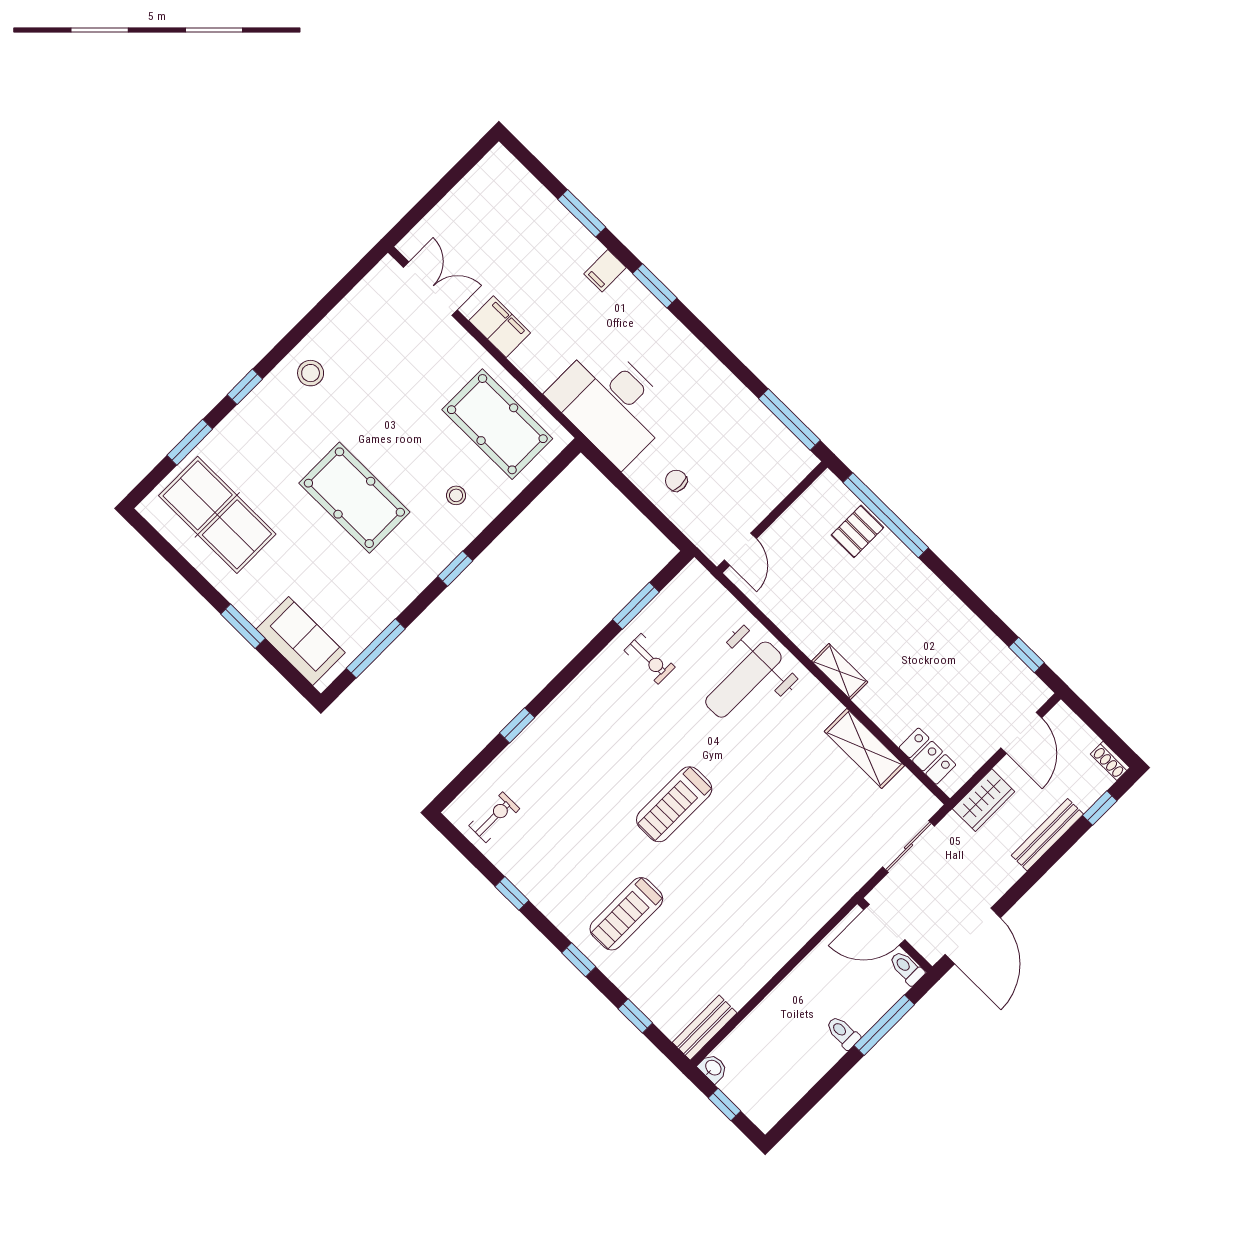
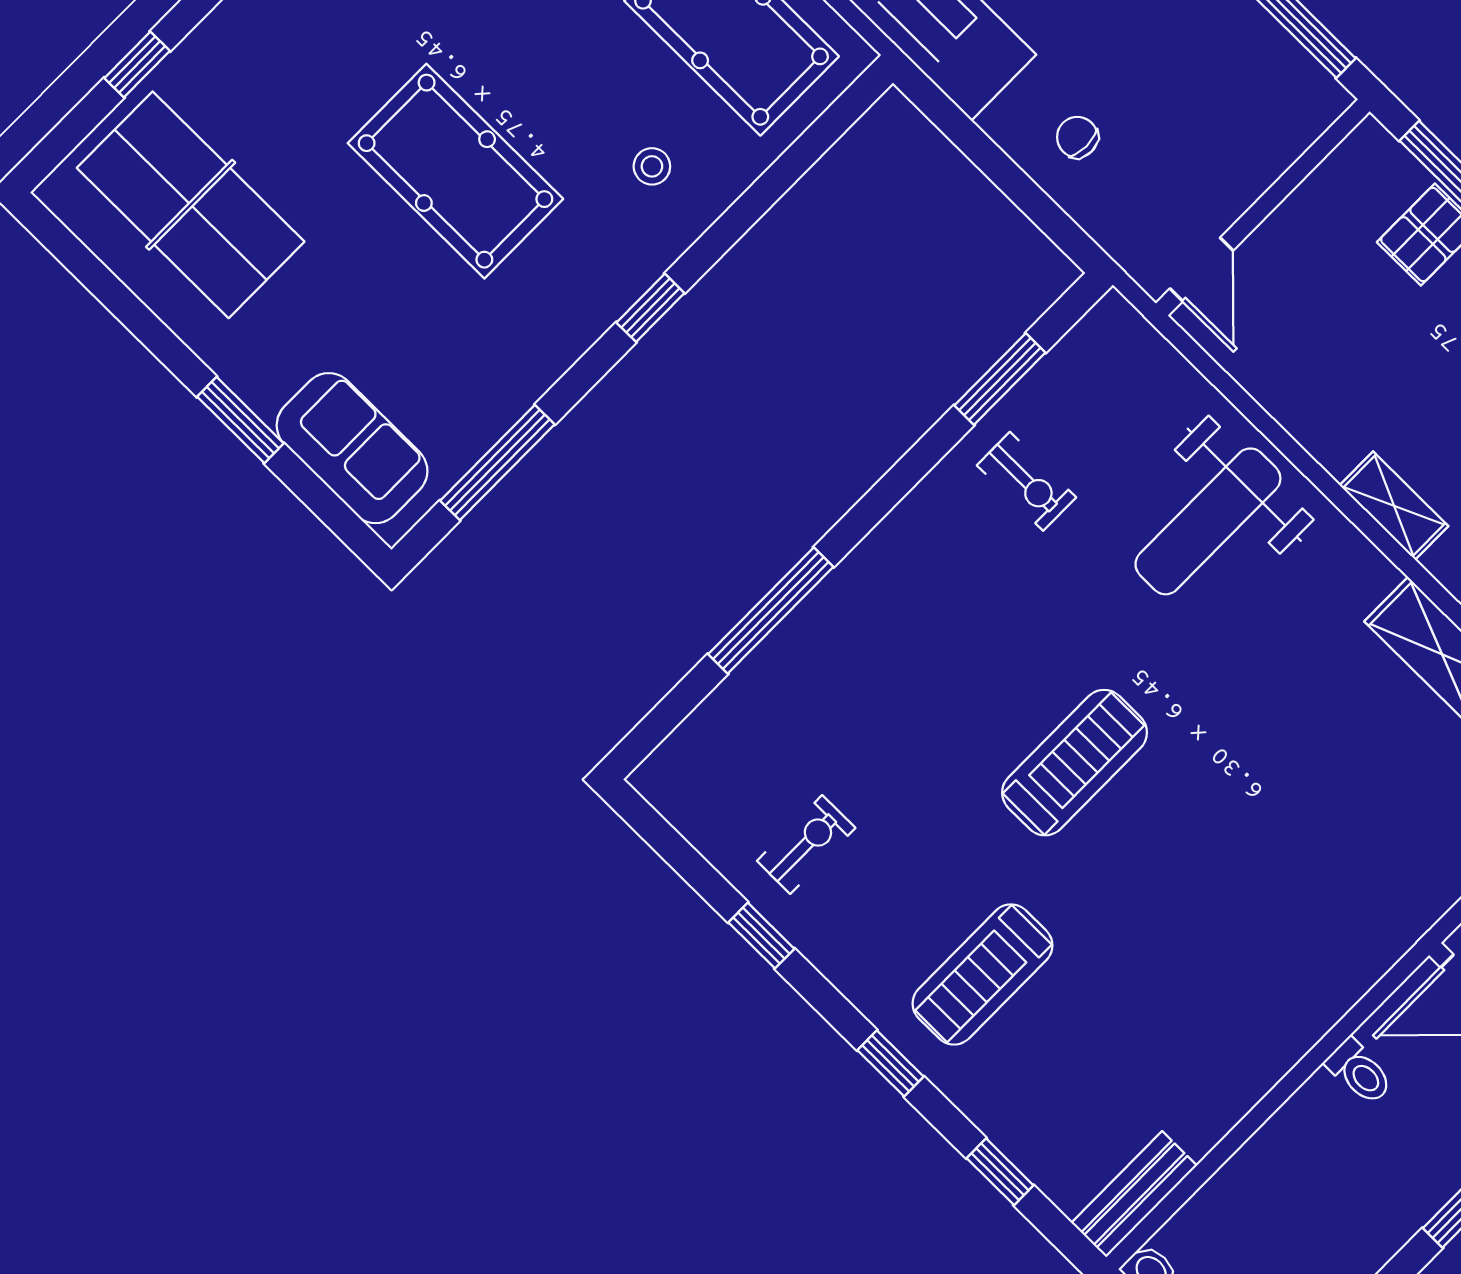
window: (190, 442) -> (137, 64), width x0.67
window: (517, 725) -> (771, 610), width x2.17
treadmill: (674, 804) -> (1075, 763), turned 180
exercise bike: (494, 817) -> (806, 844), moved
toilet: (843, 1033) -> (1359, 1072), moved, turned 180

